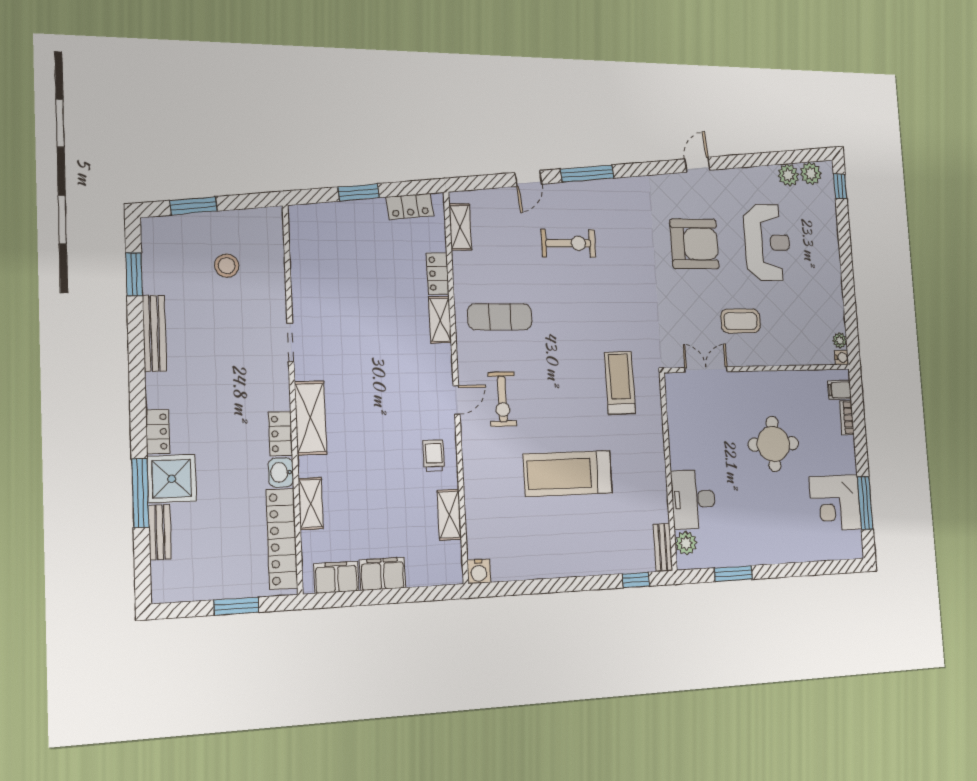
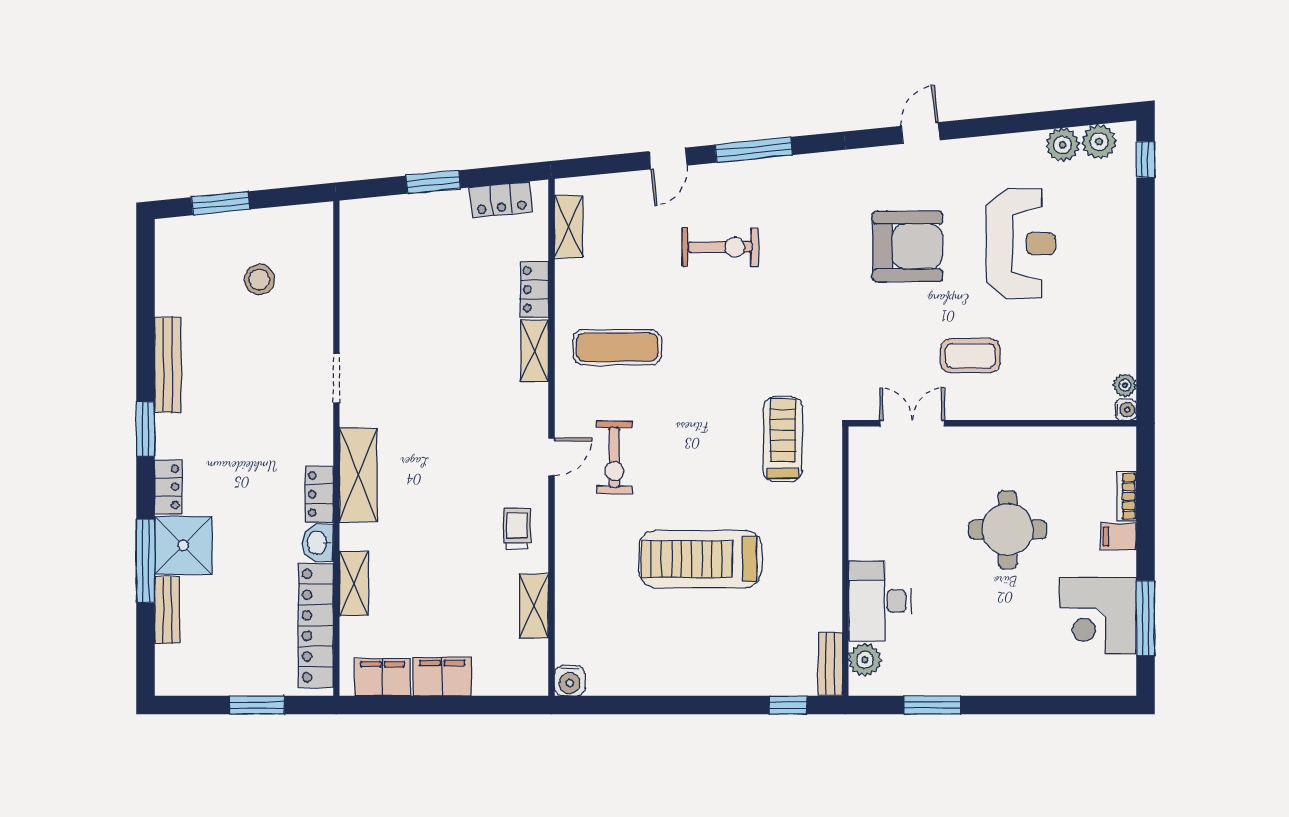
window: (134, 274) -> (145, 429), moved
filing cabinet: (840, 390) -> (1119, 537), moved

